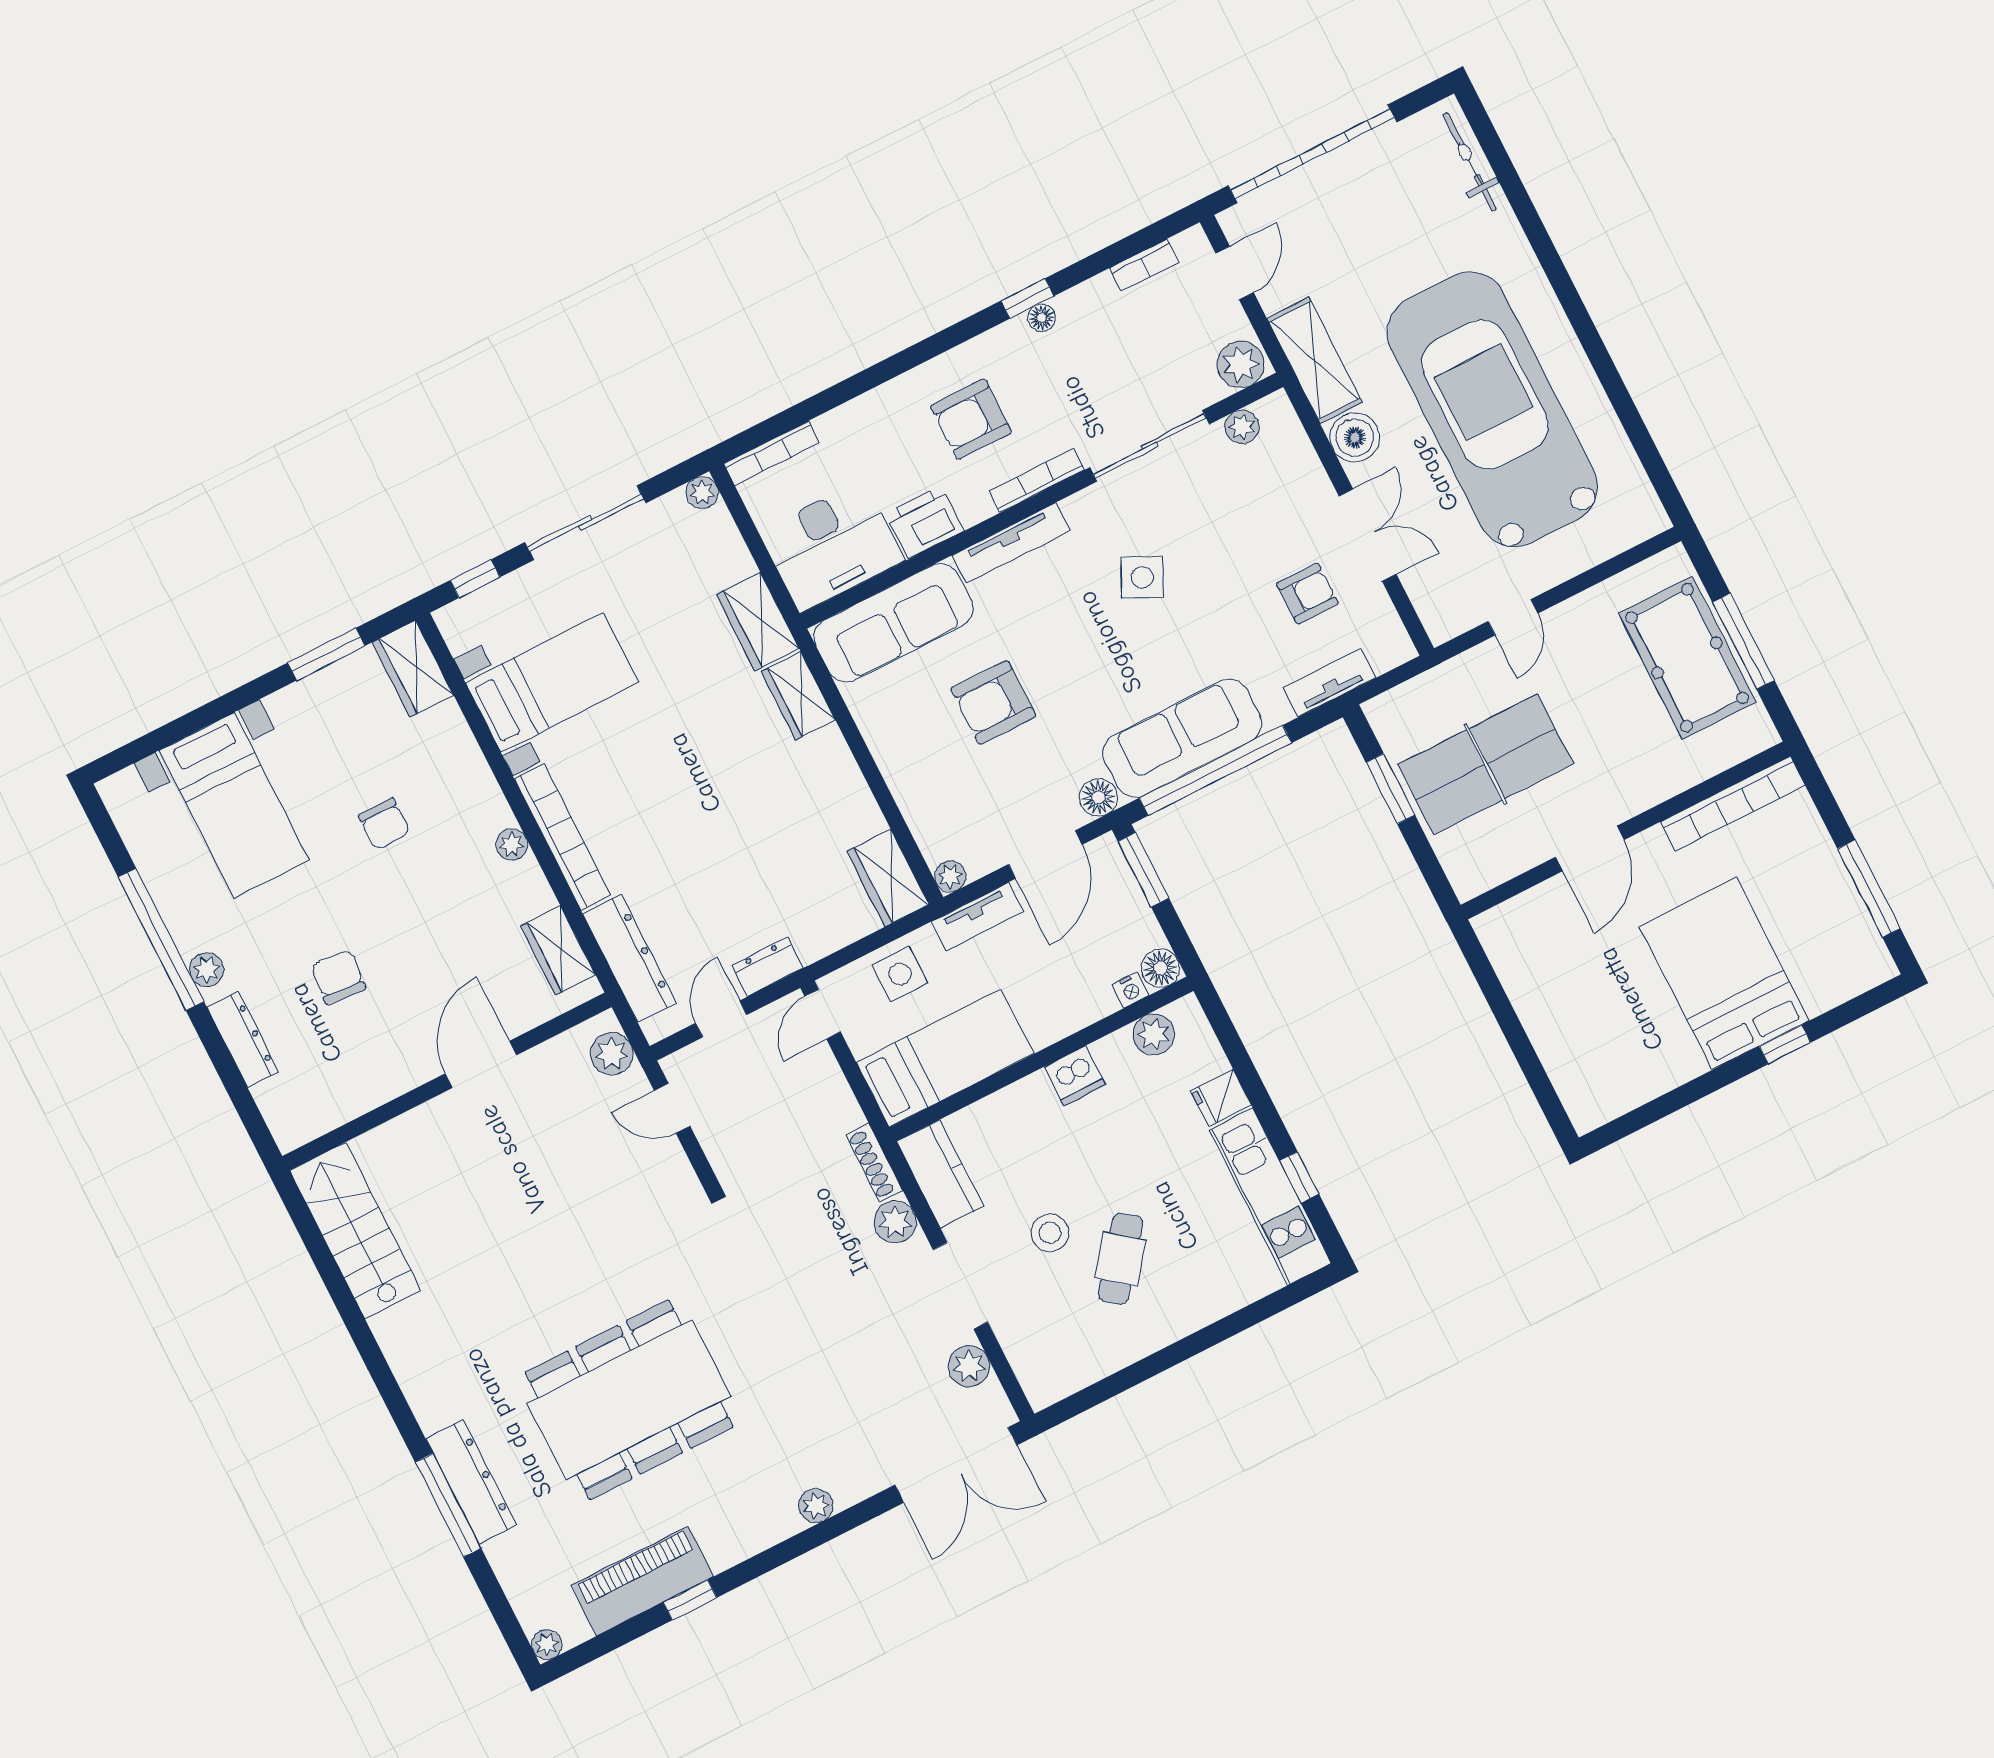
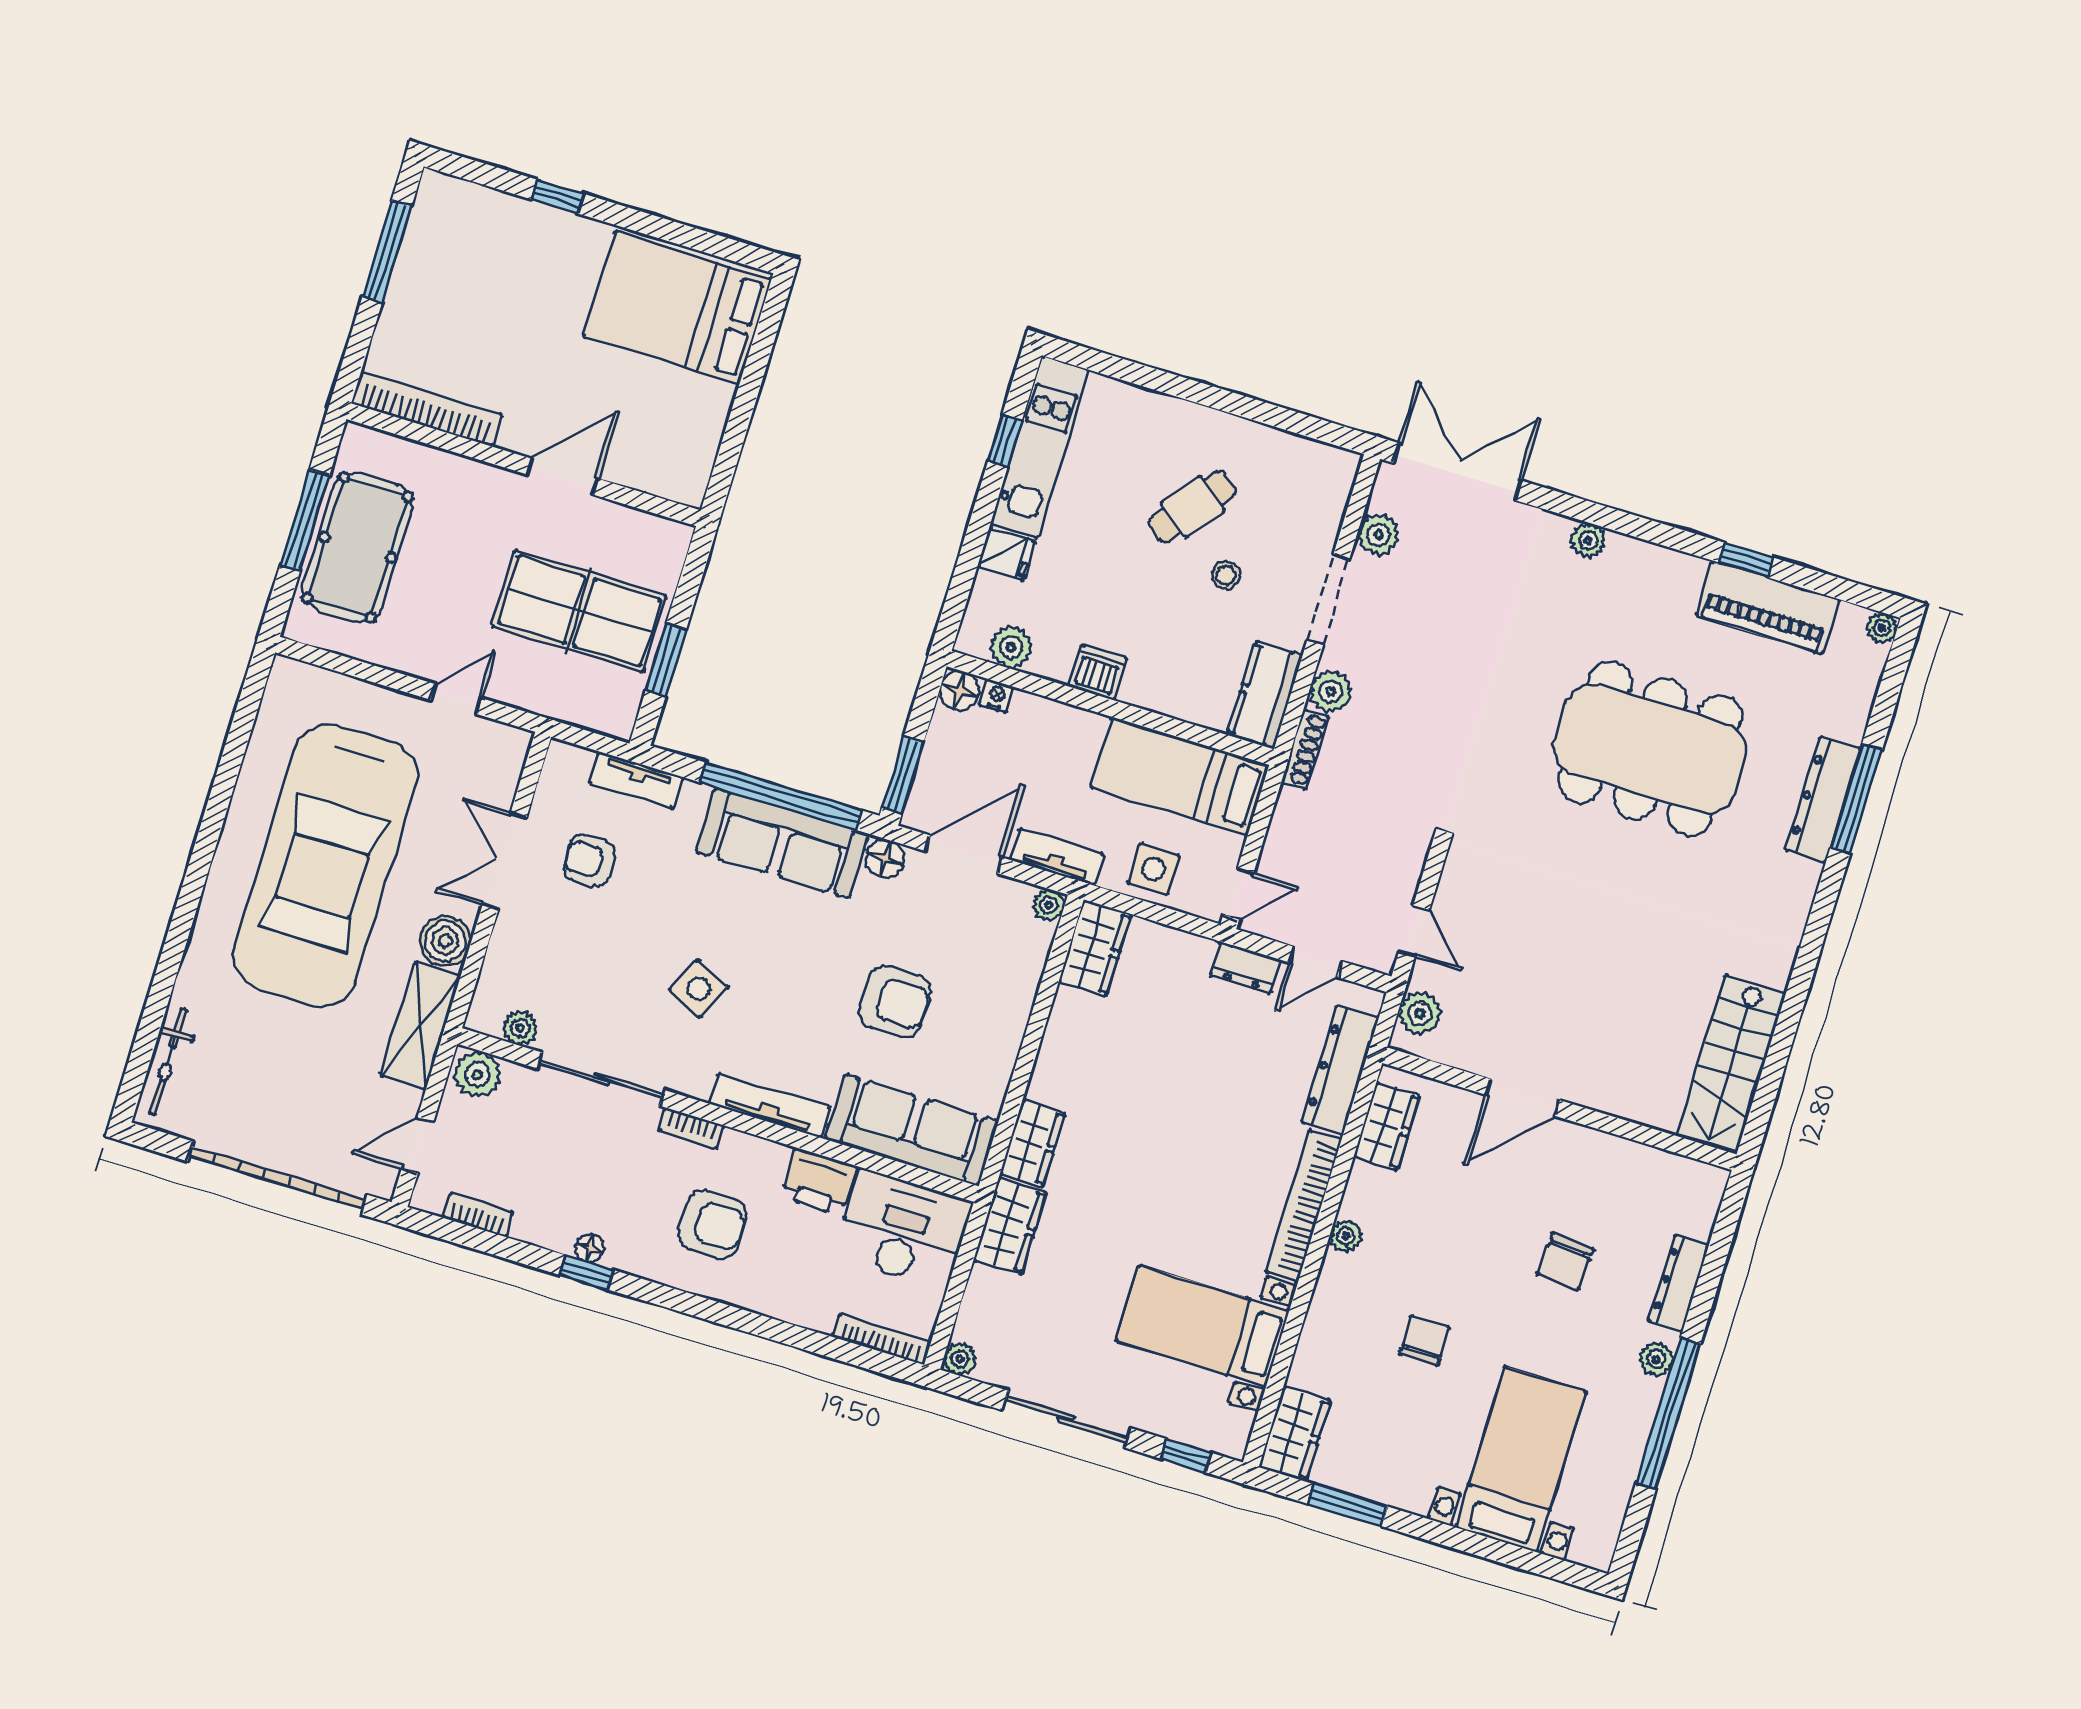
bookcase: (1037, 481) -> (691, 1128), width x0.64
bed: (1724, 973) -> (677, 308), moved, turned 90
stool: (1050, 1233) -> (1226, 575), width x0.73, depth x0.73

